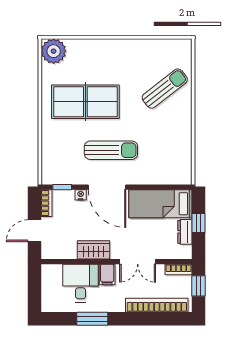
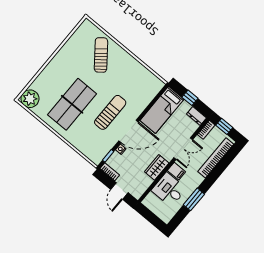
dresser: (185, 232) -> (197, 116), moved

